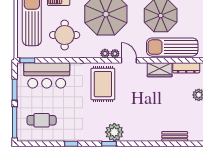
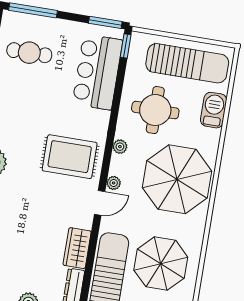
plant: (105, 53) -> (120, 147), moved
window: (15, 90) -> (105, 22), moved
cafe table: (42, 120) -> (29, 53), turned 90

